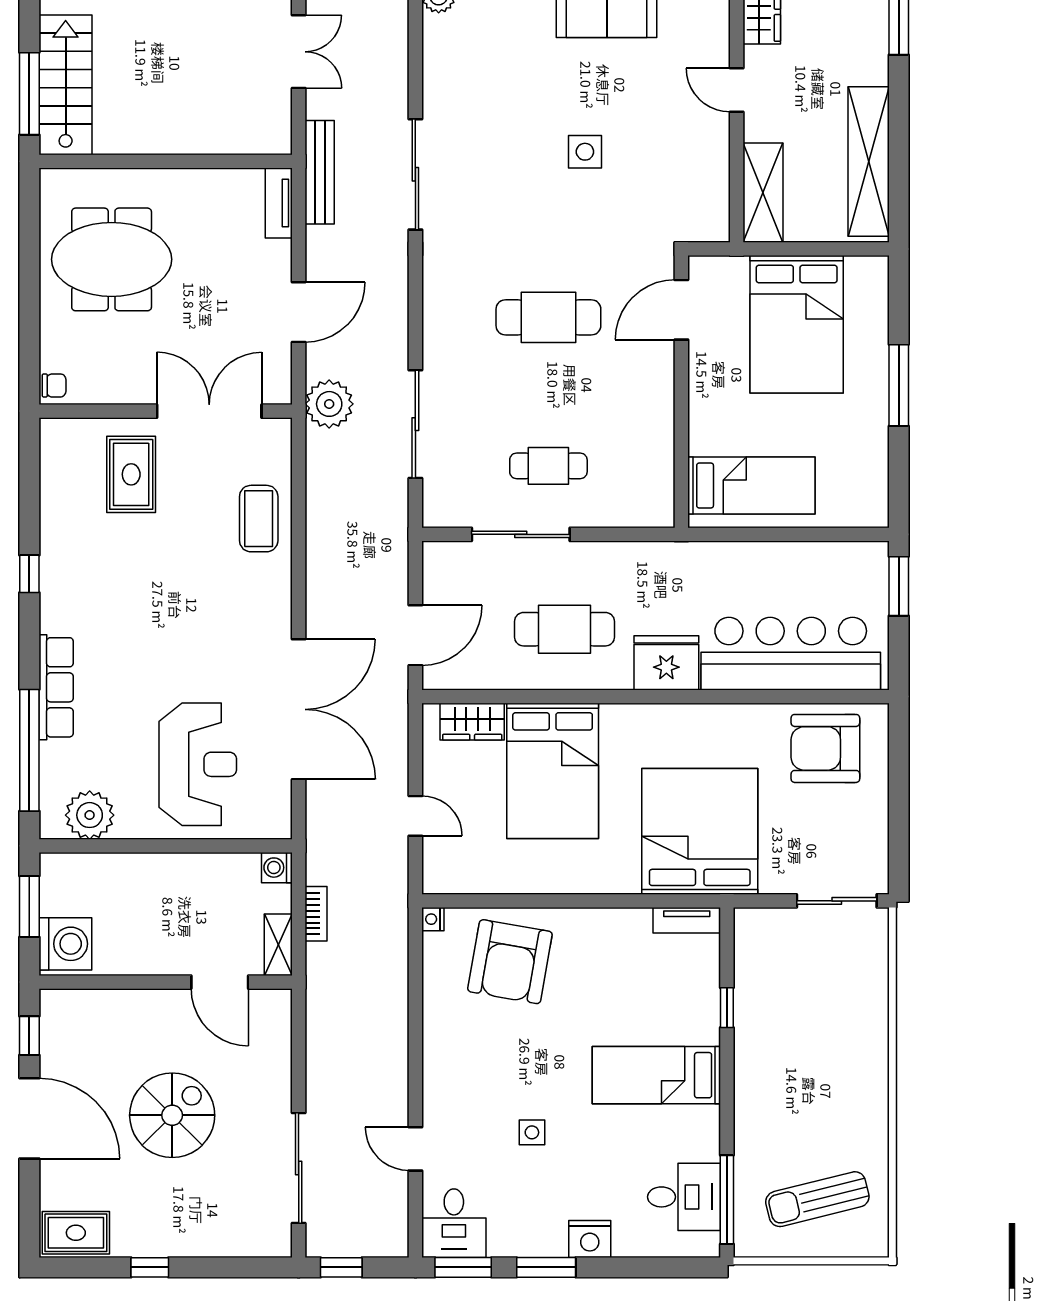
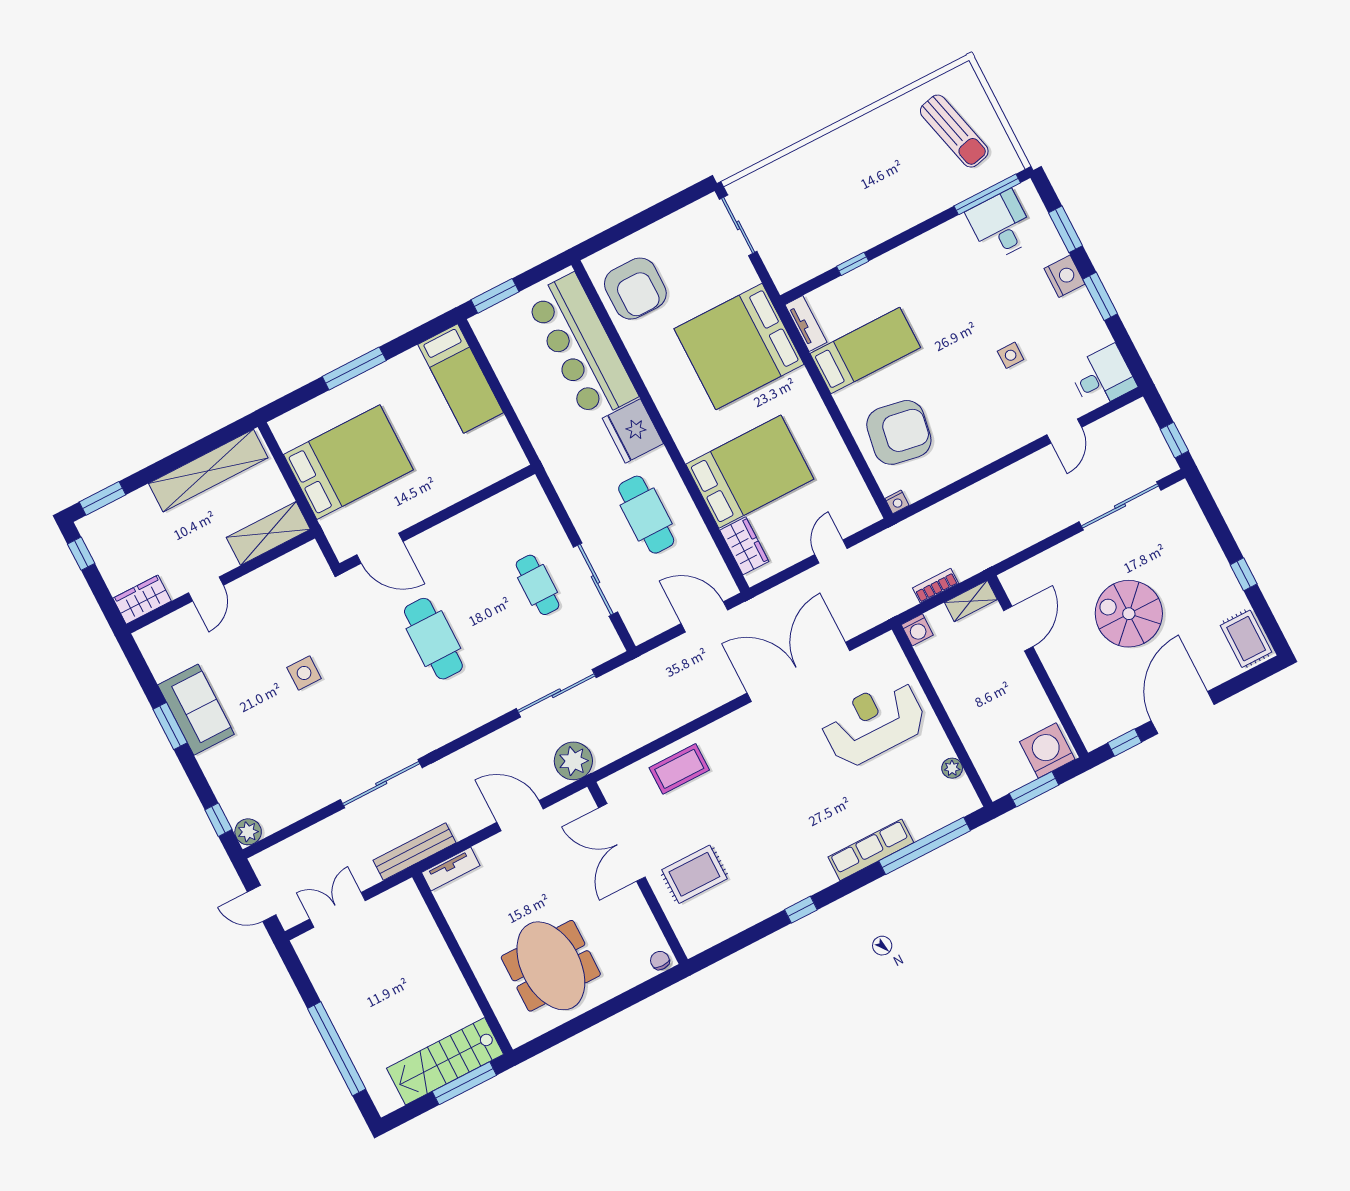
bed: (751, 486) -> (461, 378), moved, turned 180
plant: (90, 815) -> (952, 768), width x0.53, depth x0.53
bed: (656, 1075) -> (865, 351), moved, turned -90
window: (463, 1267) -> (1065, 229), moved

